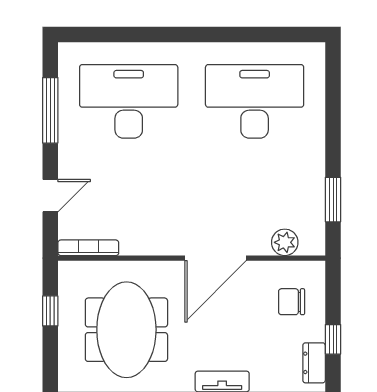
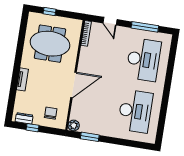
plant: (285, 242) -> (74, 125), moved
door: (216, 258) -> (73, 85), swing flipped
window: (50, 311) -> (49, 12), moved

